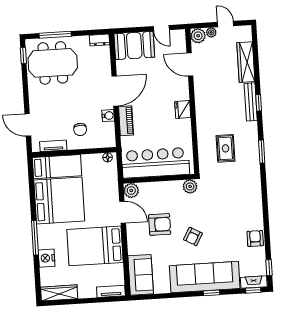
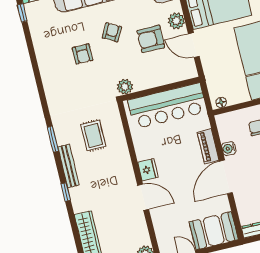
door: (190, 65) -> (143, 197), moved
bench: (251, 102) -> (68, 166), moved
plant: (131, 191) -> (176, 21), moved
armchair: (255, 238) -> (82, 54), moved

